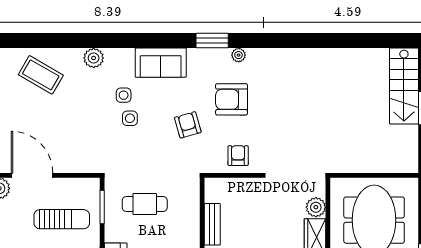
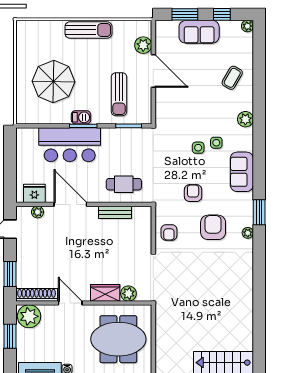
coffee table: (41, 75) -> (232, 78), width x0.73, depth x0.77
armchair: (188, 125) -> (193, 193), turned -74
armchair: (238, 156) -> (169, 233), turned 90
door: (32, 175) -> (153, 71), hinge flipped
cafe table: (145, 204) -> (124, 184), moved, turned 90

